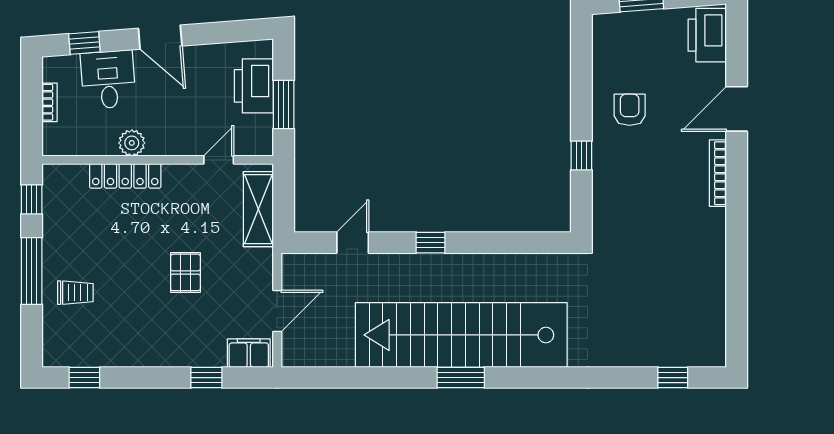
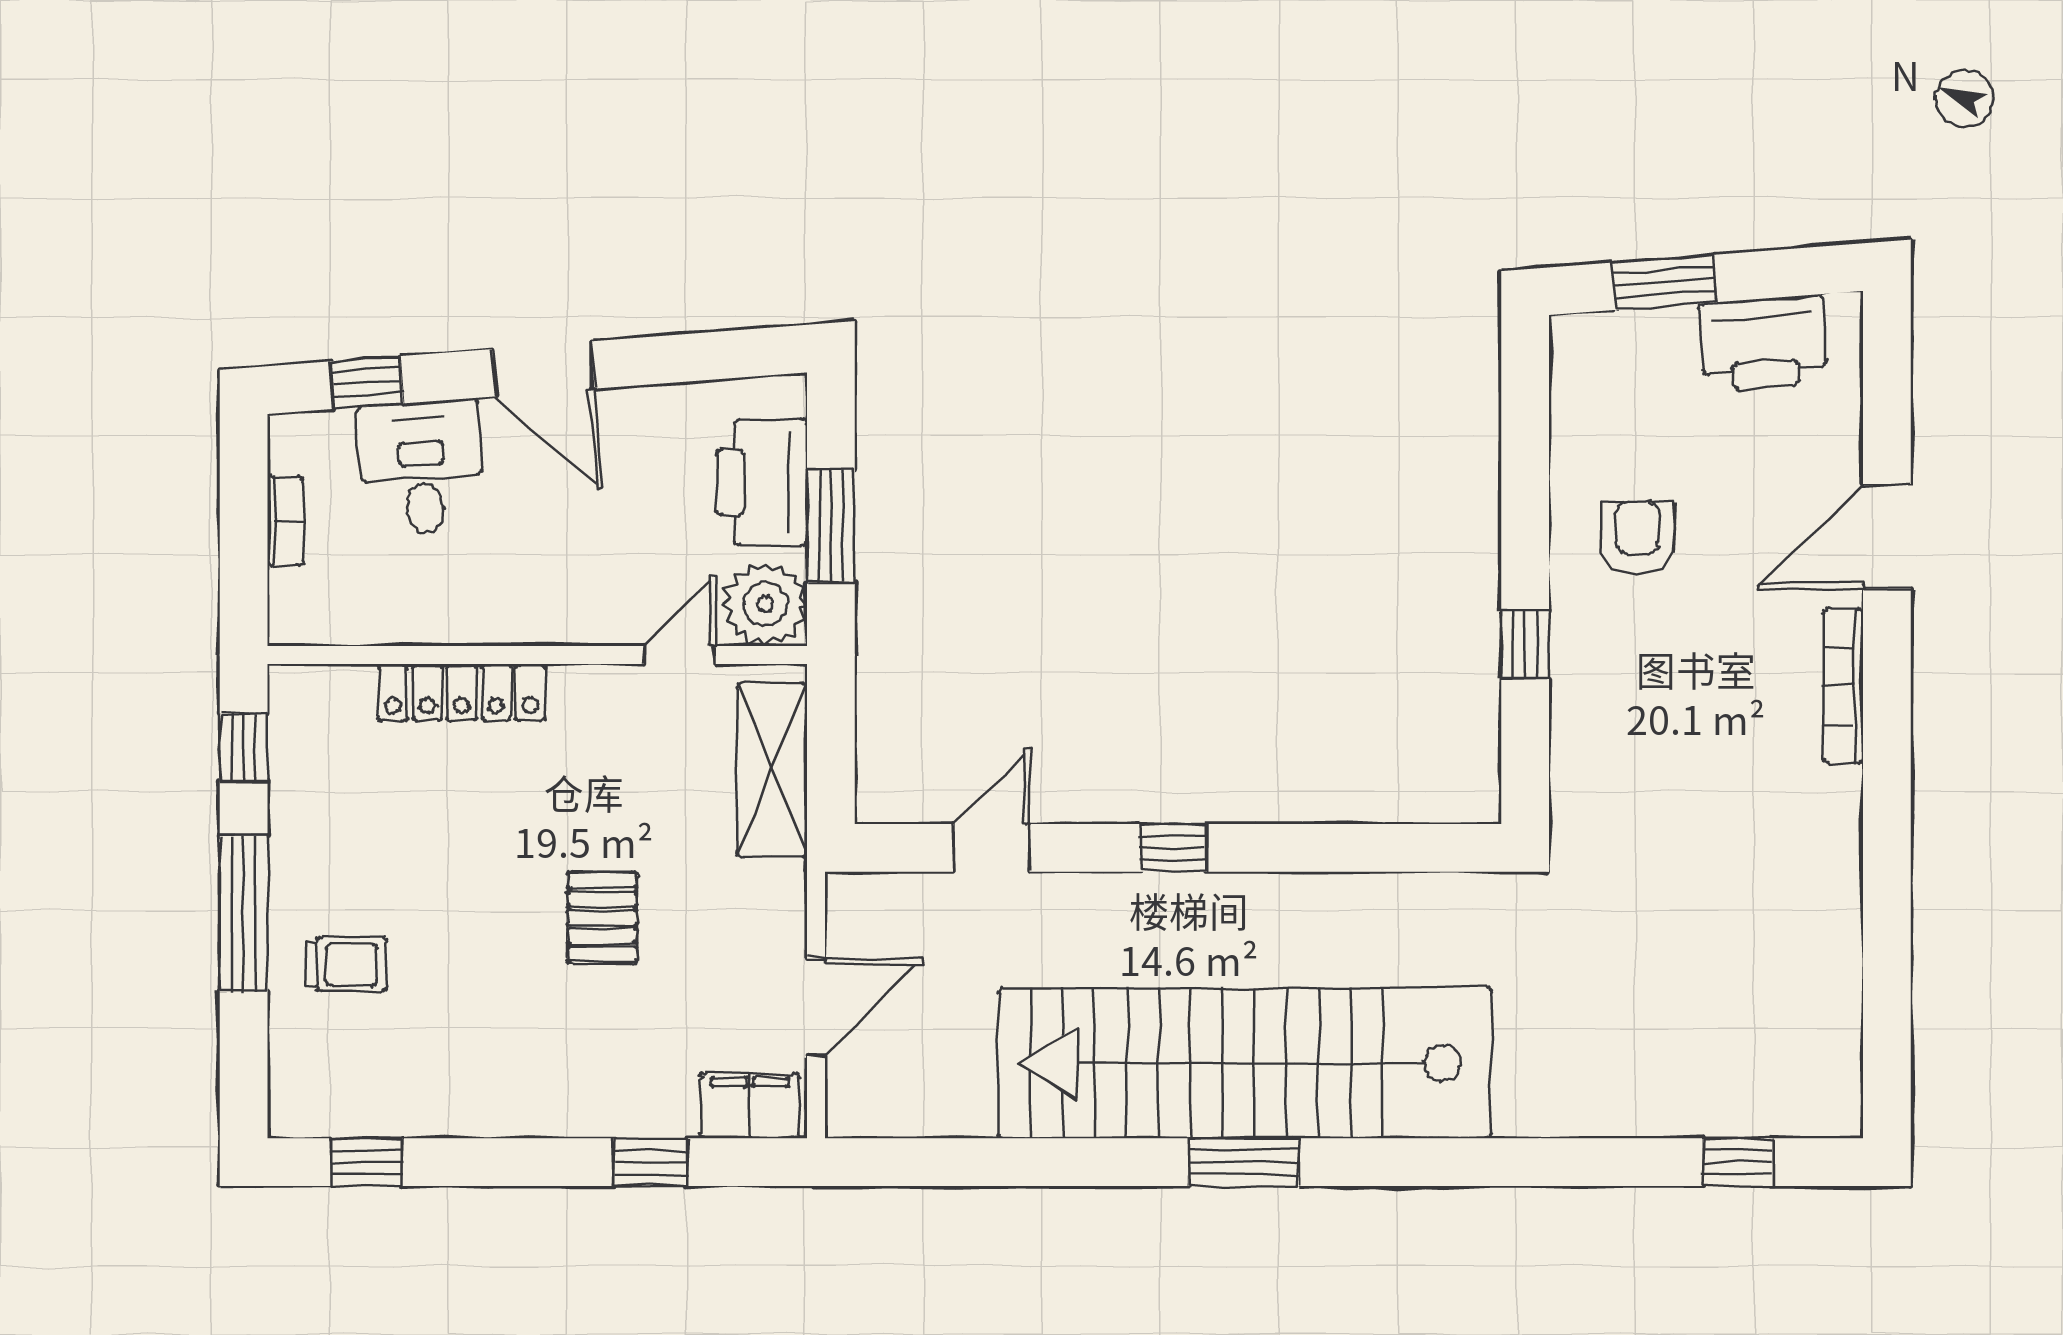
printer: (707, 35) -> (1763, 343), moved, turned -94
plant: (132, 143) -> (765, 604), moved, width x1.36, depth x1.36

